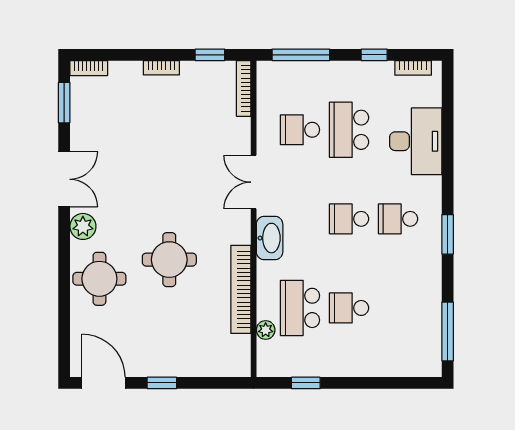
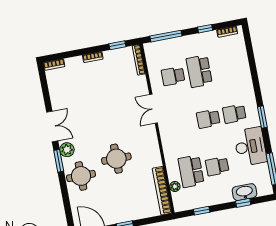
window: (64, 103) -> (59, 161), moved
desk: (416, 141) -> (250, 147), moved
washbasin: (270, 238) -> (245, 192), moved, turned -90
bookcase: (241, 289) -> (162, 191), moved
window: (384, 383) -> (243, 203), added

